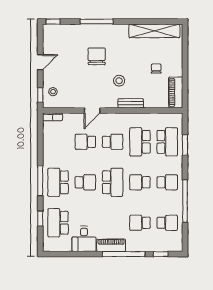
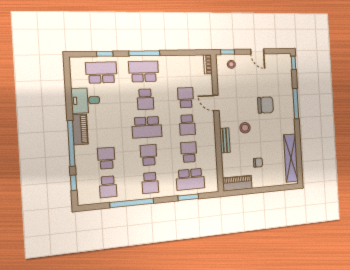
school desk: (140, 142) -> (189, 152), width x0.54

